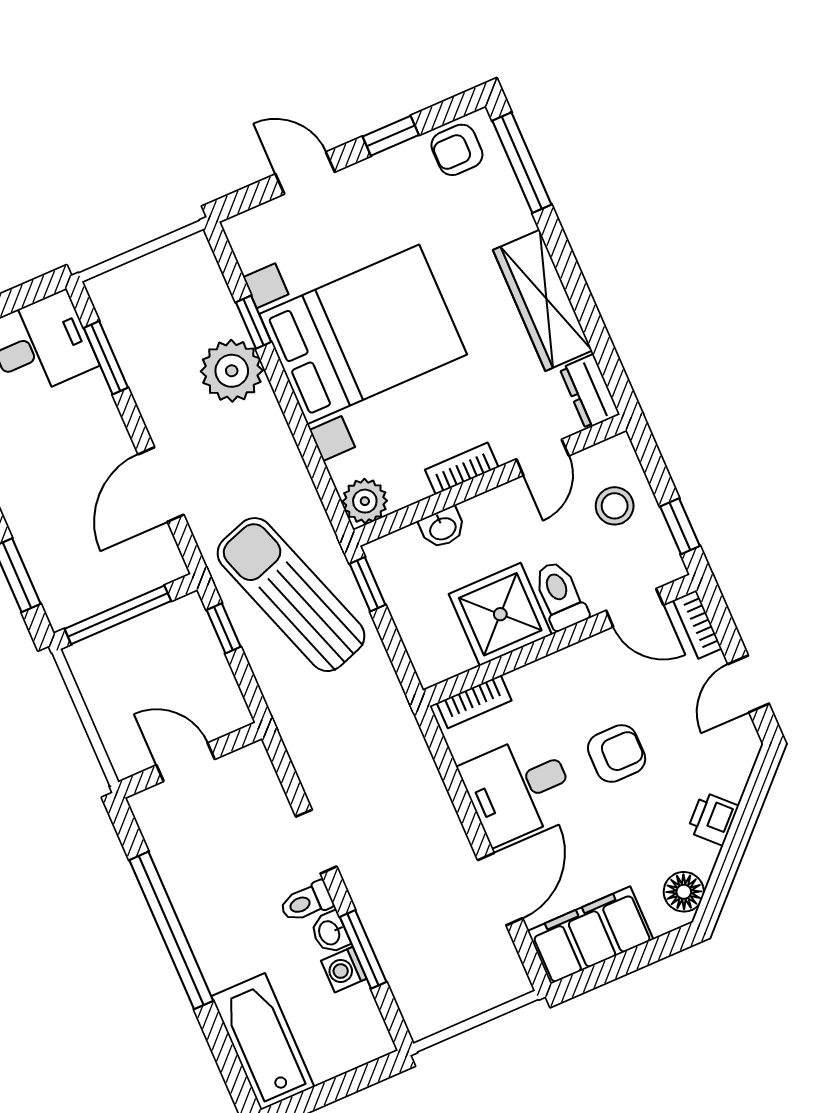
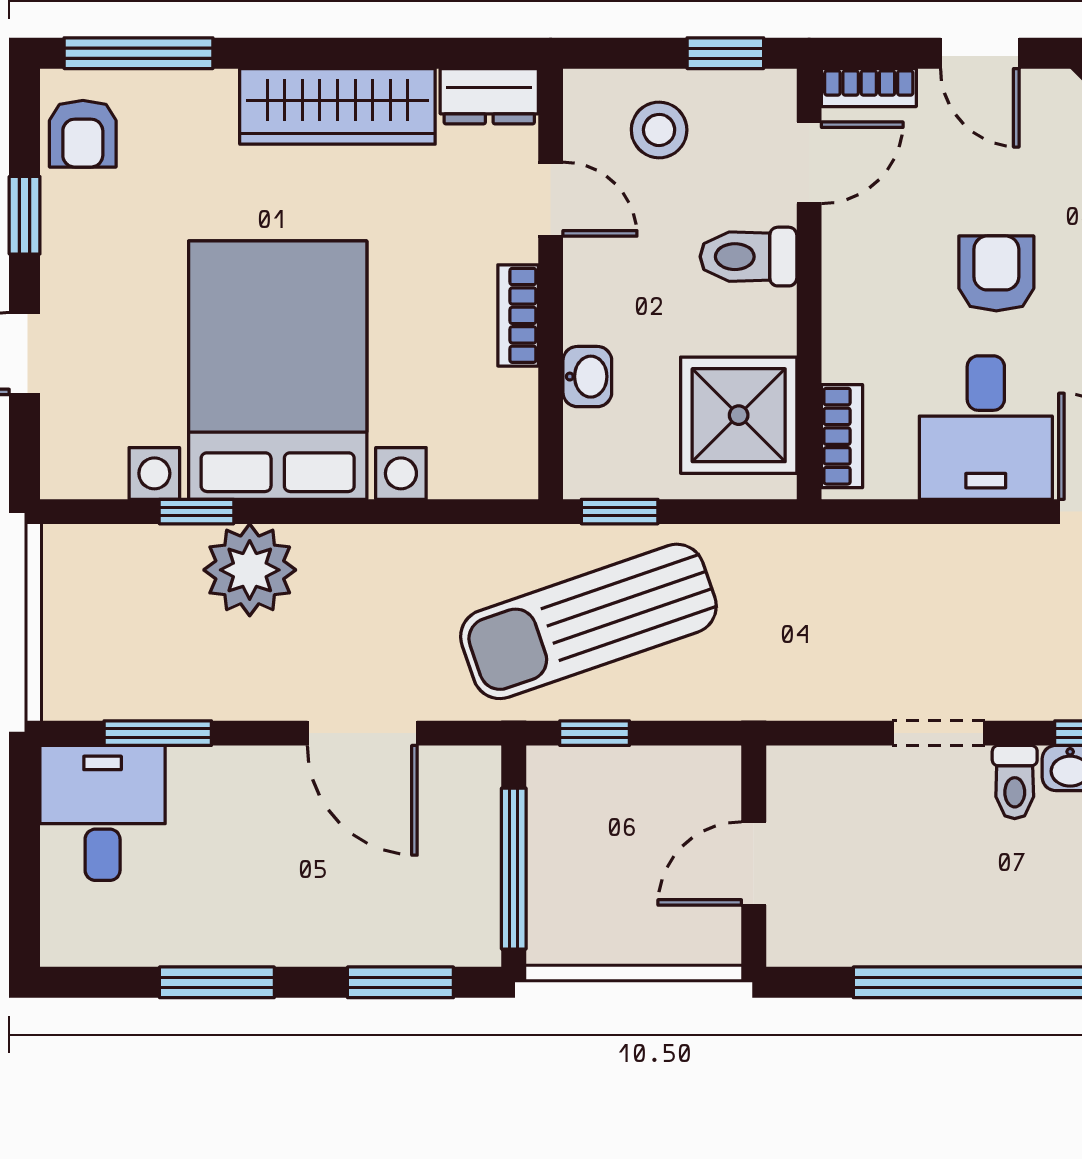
plant: (365, 501) -> (505, 466), removed
shower: (500, 614) -> (739, 415), moved

